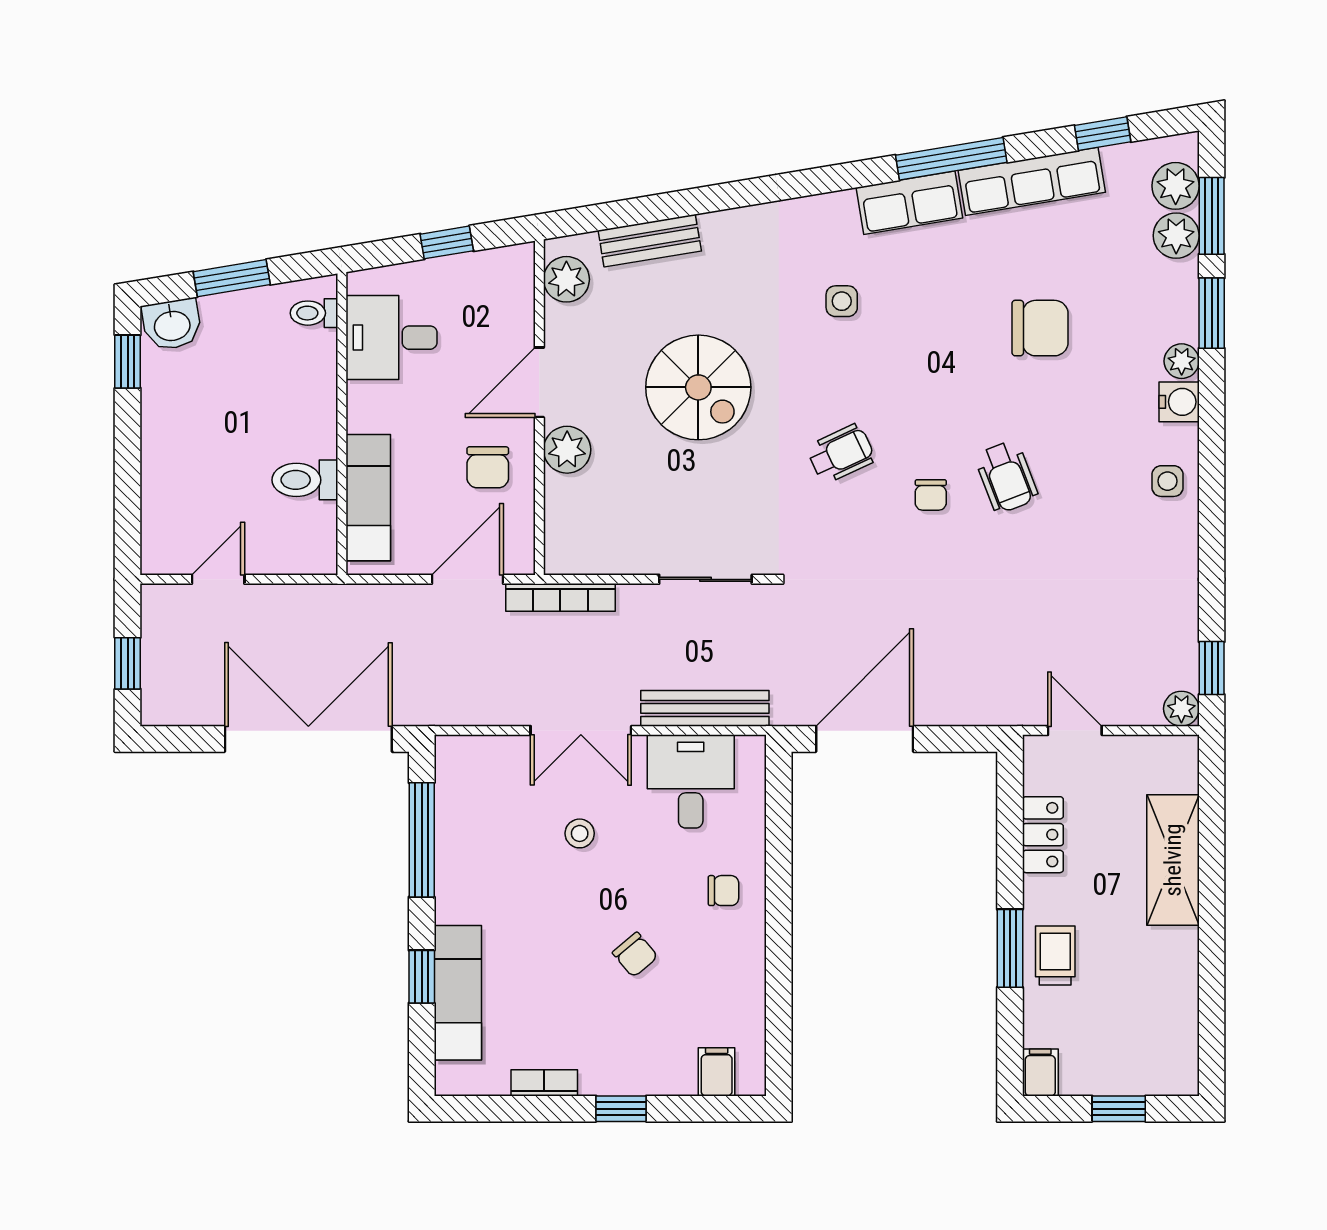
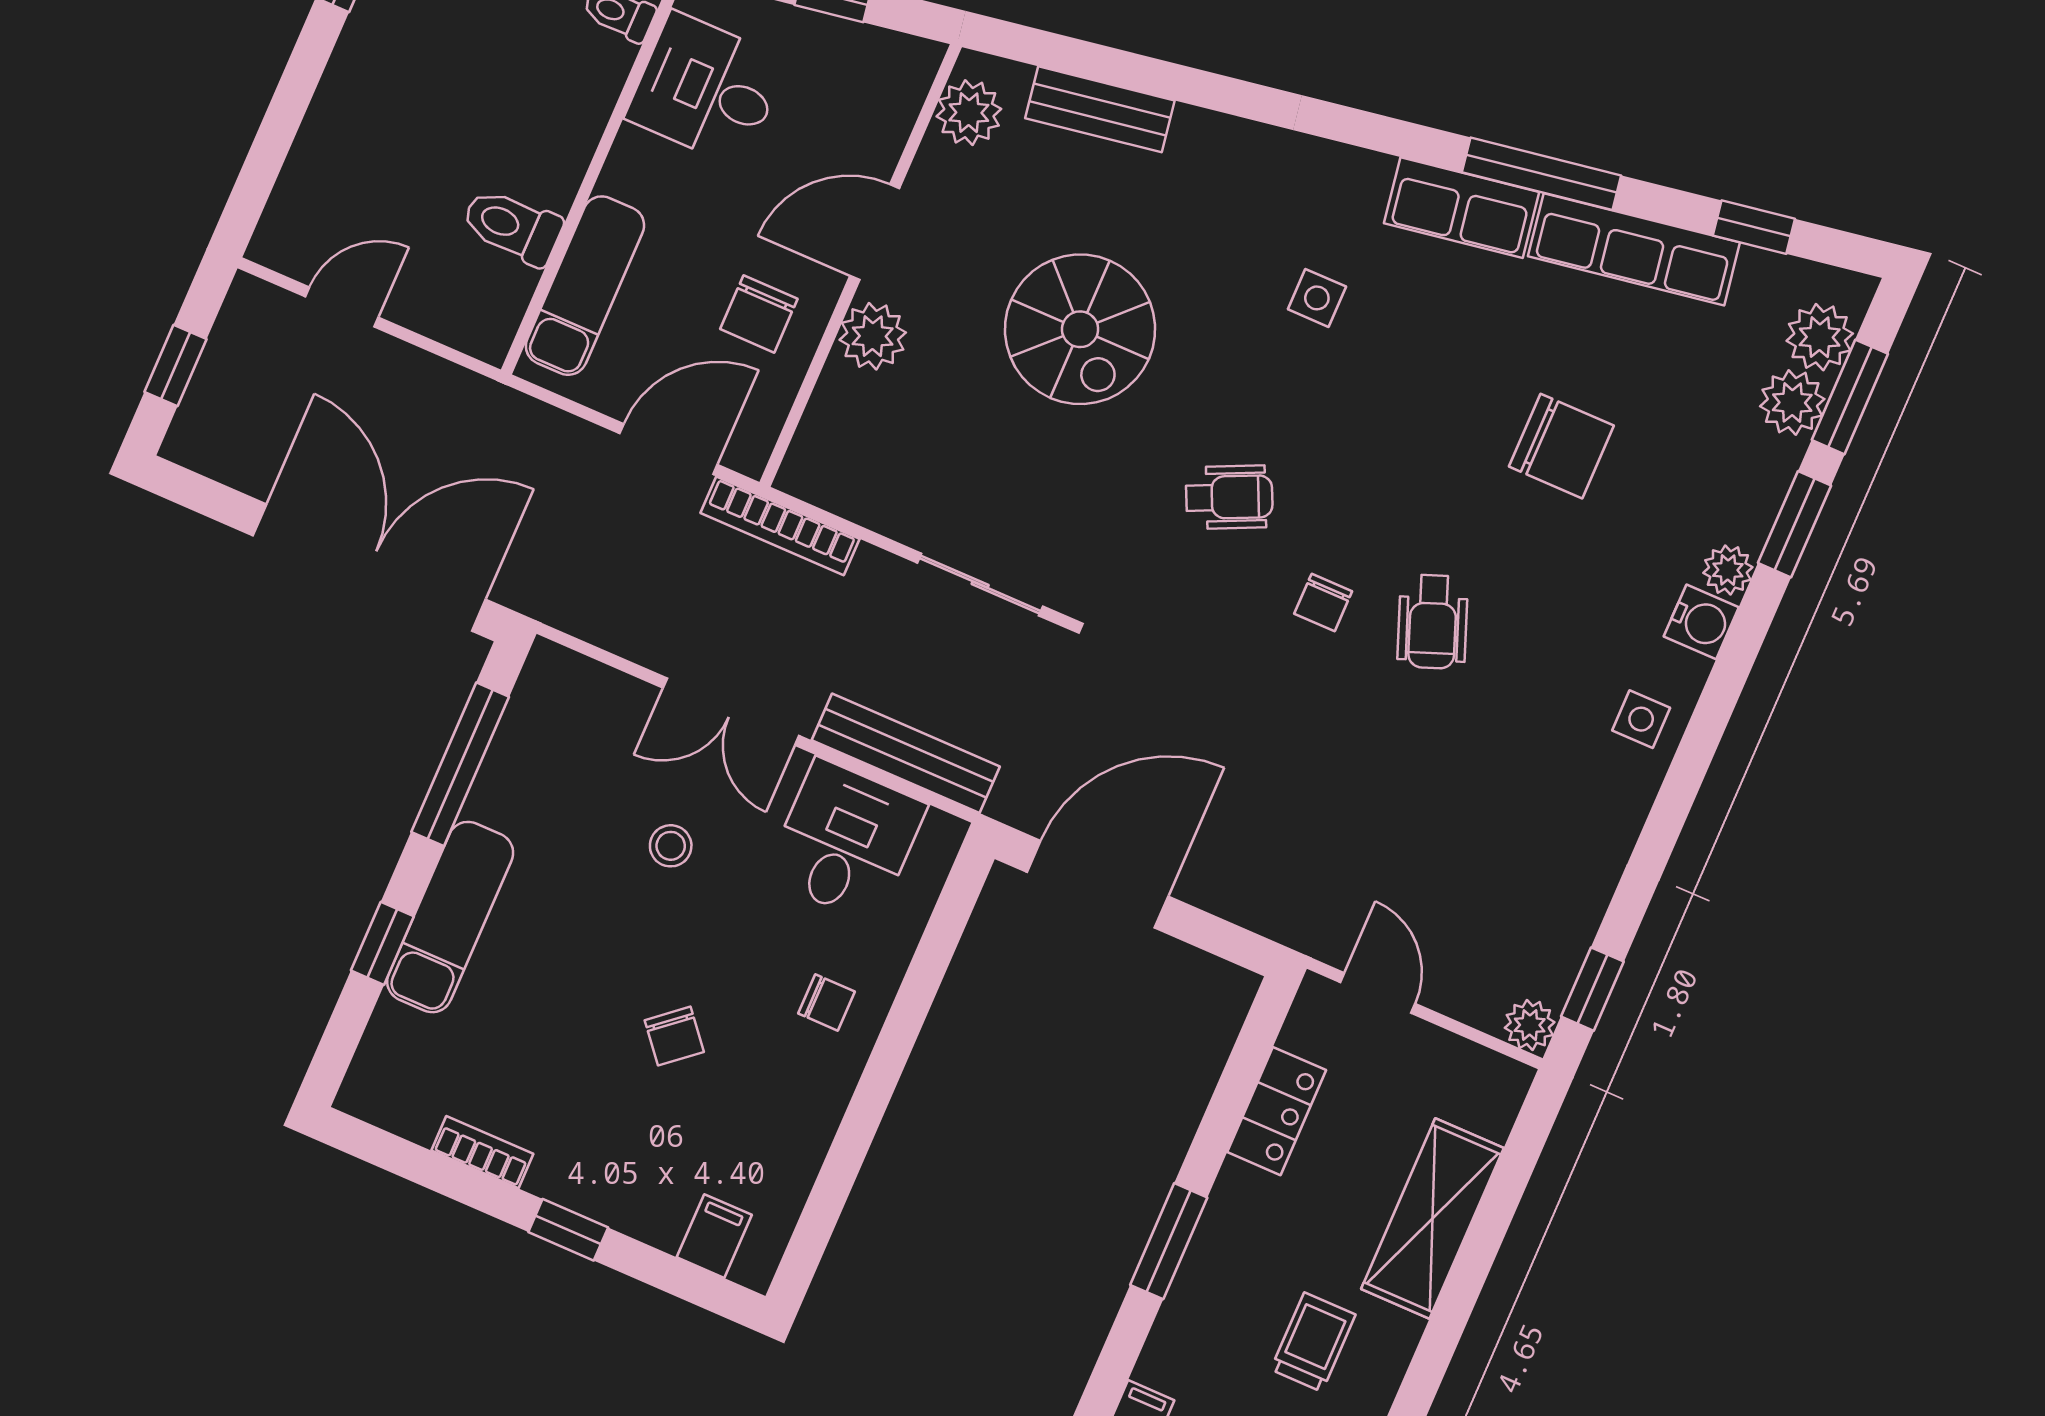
trolley: (1055, 956) -> (1313, 1342), moved
exam couch: (458, 993) -> (450, 917), moved

